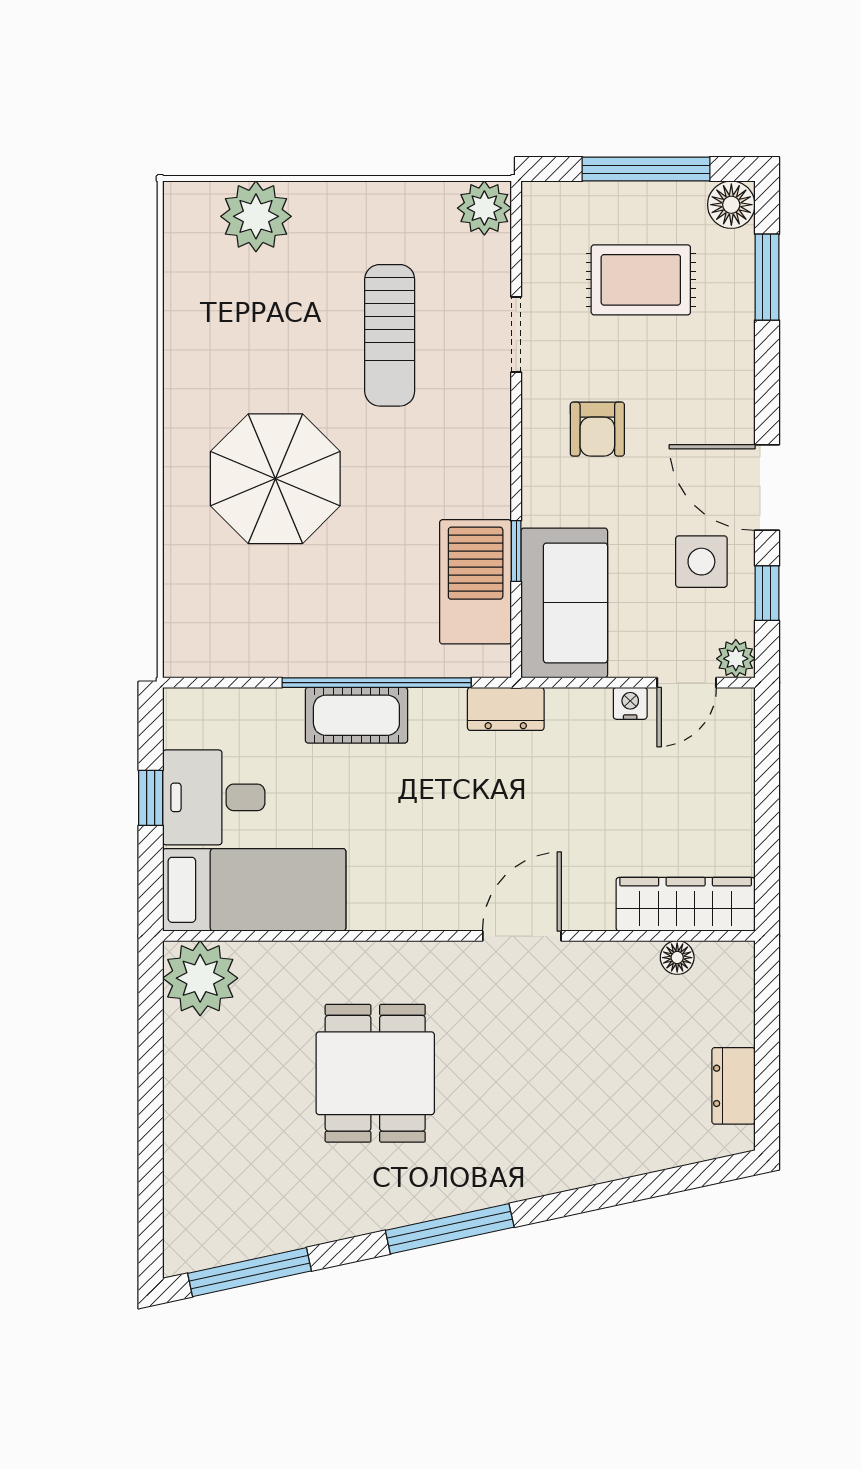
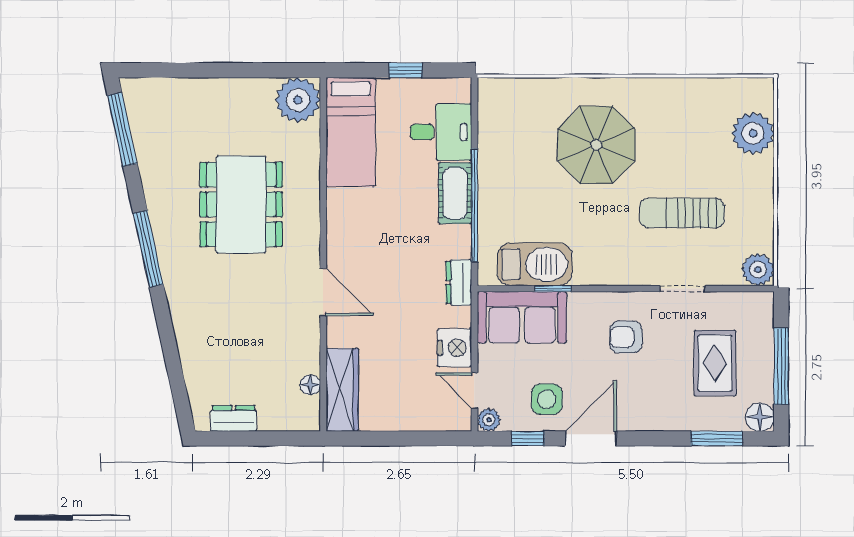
nightstand: (630, 703) -> (455, 348), width x1.89, depth x1.79
desk: (214, 797) -> (441, 132), moved, turned 90
dining table: (375, 1073) -> (241, 204), width x1.38

